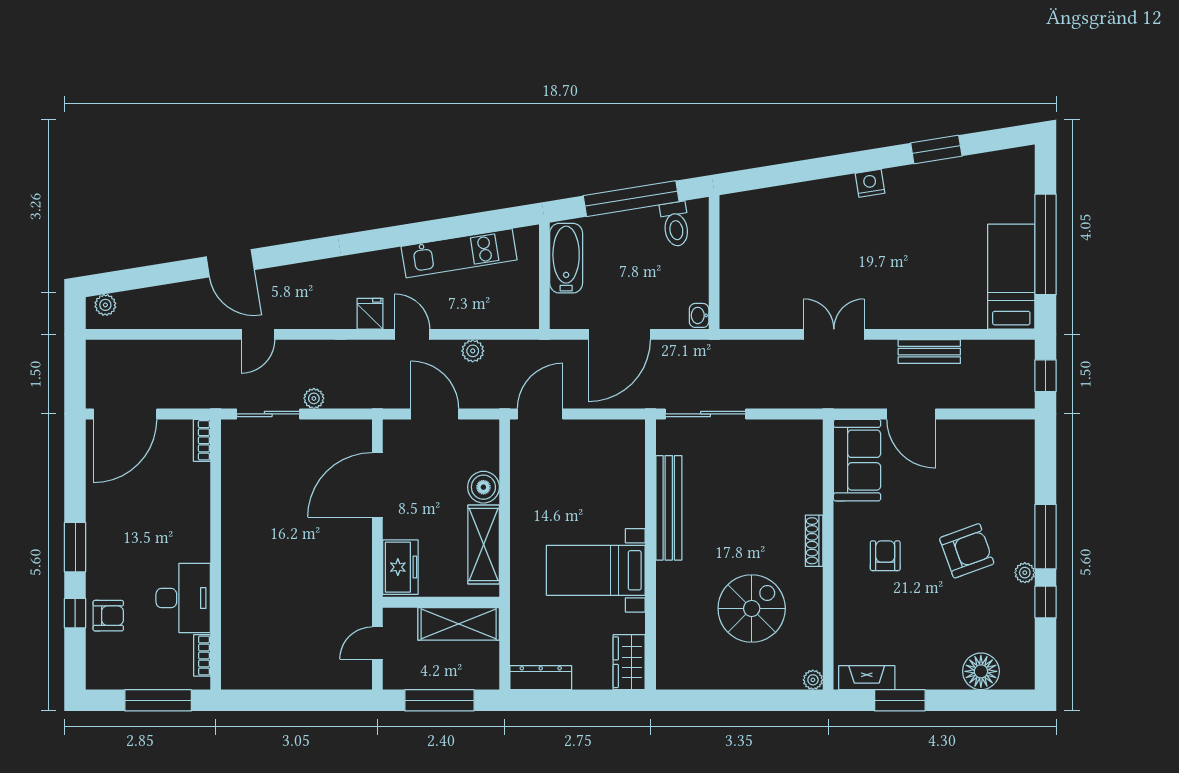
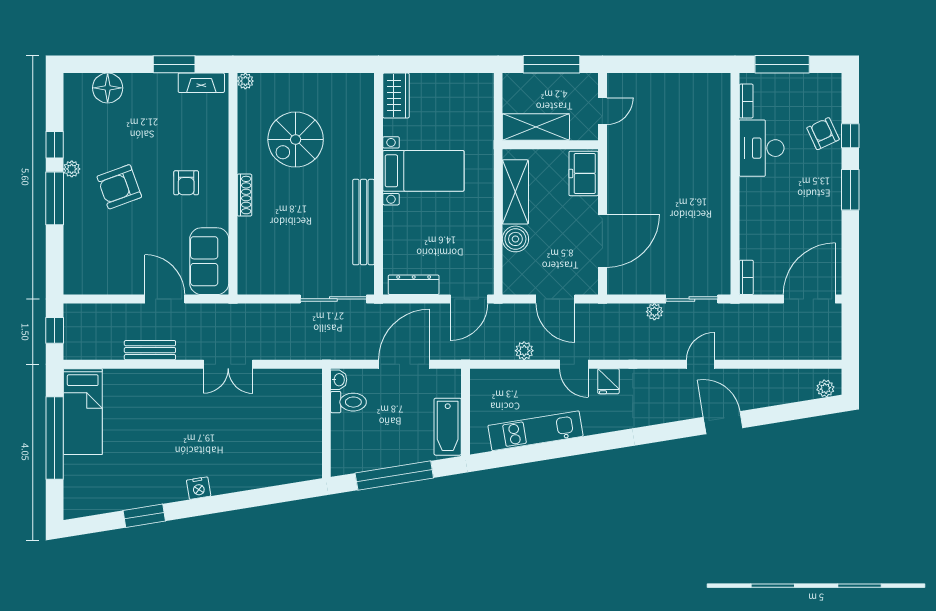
toilet: (675, 224) -> (348, 402), moved, turned 99
armchair: (108, 616) -> (823, 134), turned 65
dresser: (541, 678) -> (414, 285), moved, turned 180

